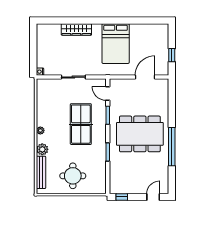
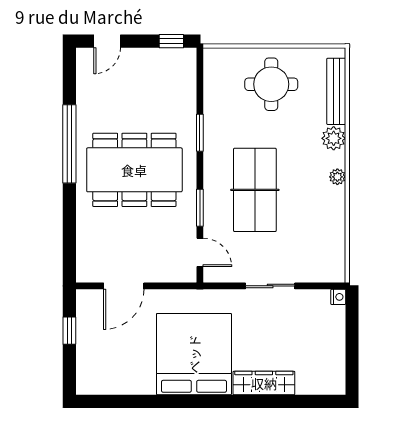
bed: (116, 44) -> (194, 354), width x1.36

